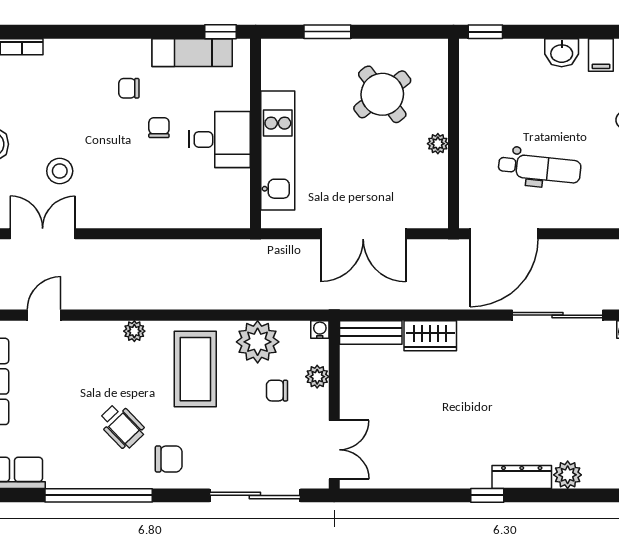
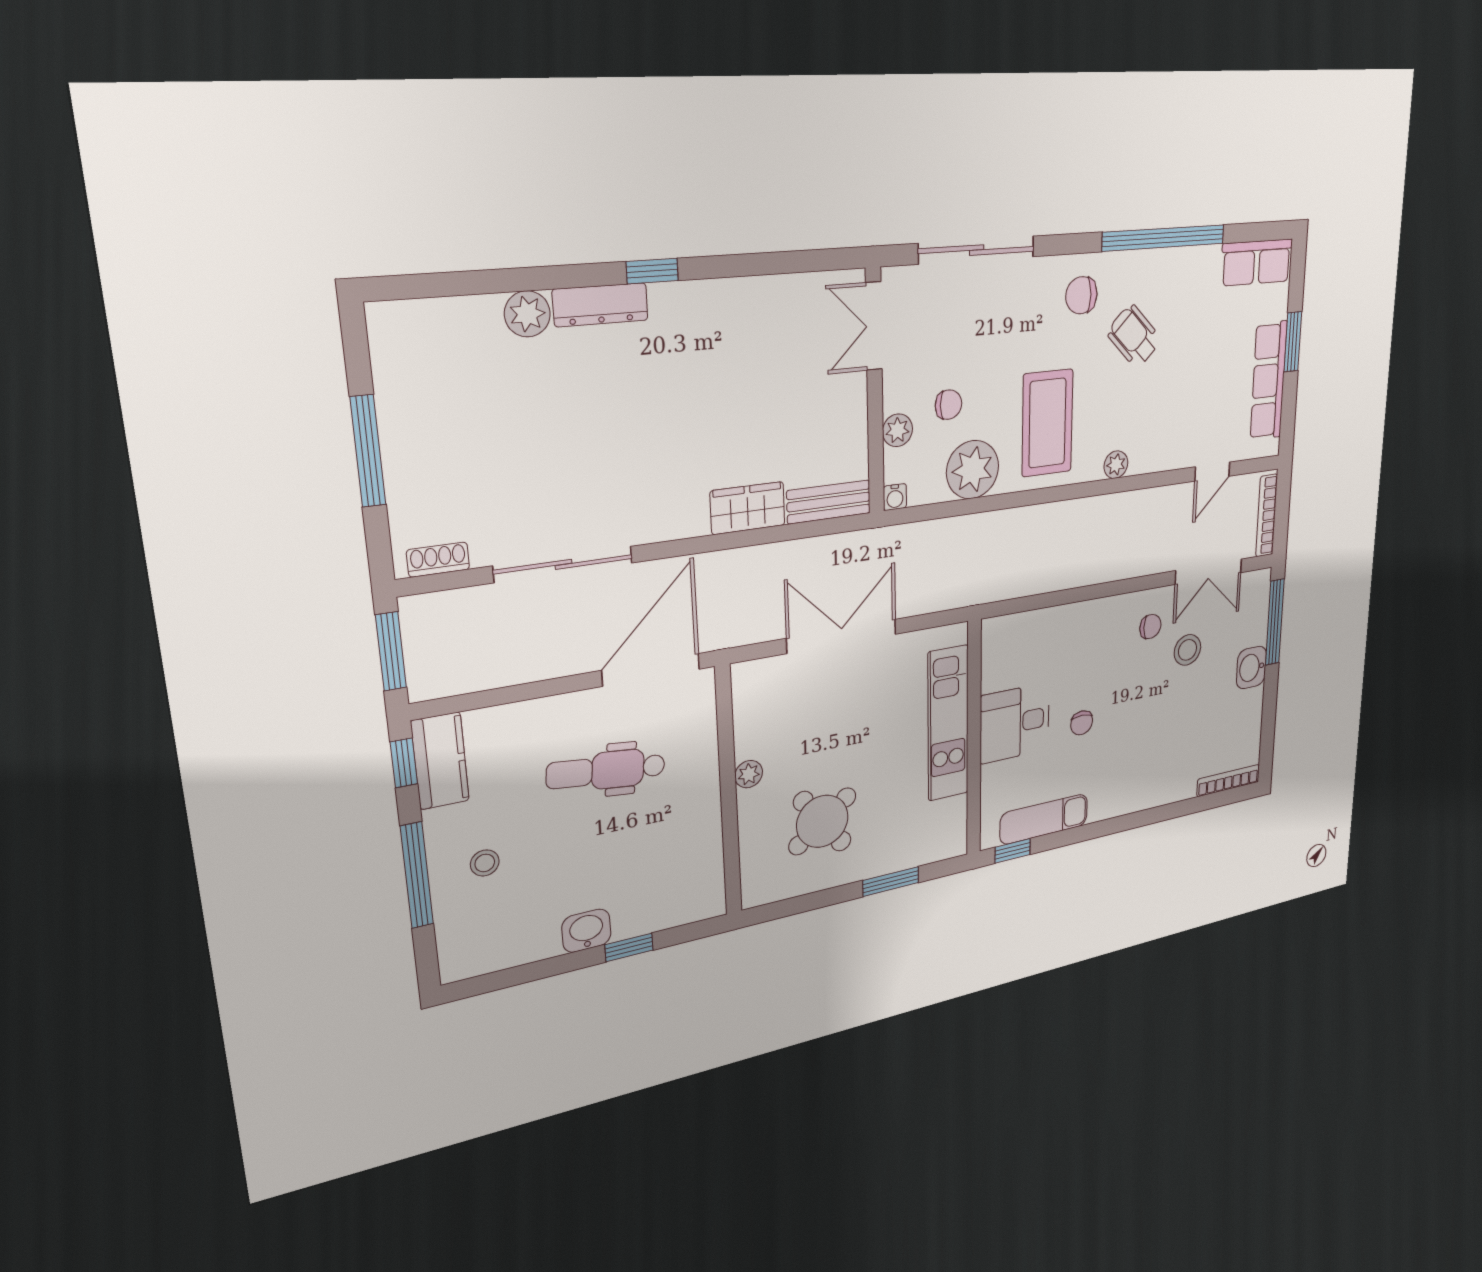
window: (485, 32) -> (629, 947), moved
filing cabinet: (601, 55) -> (530, 942), removed
chair: (129, 88) -> (1150, 627), moved

